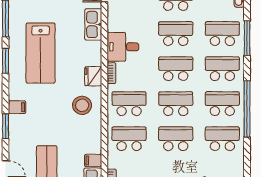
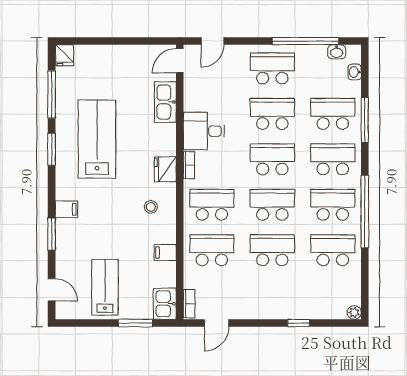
lab bench: (41, 53) -> (97, 139), turned 180
stool: (82, 105) -> (151, 207), width x0.53, depth x0.53
filing cabinet: (93, 160) -> (165, 253), moved

